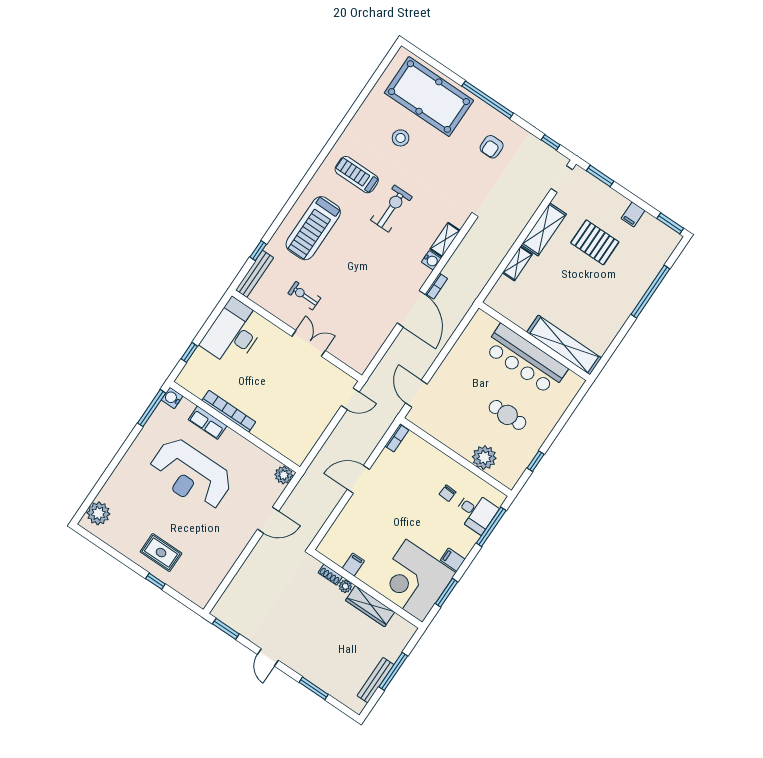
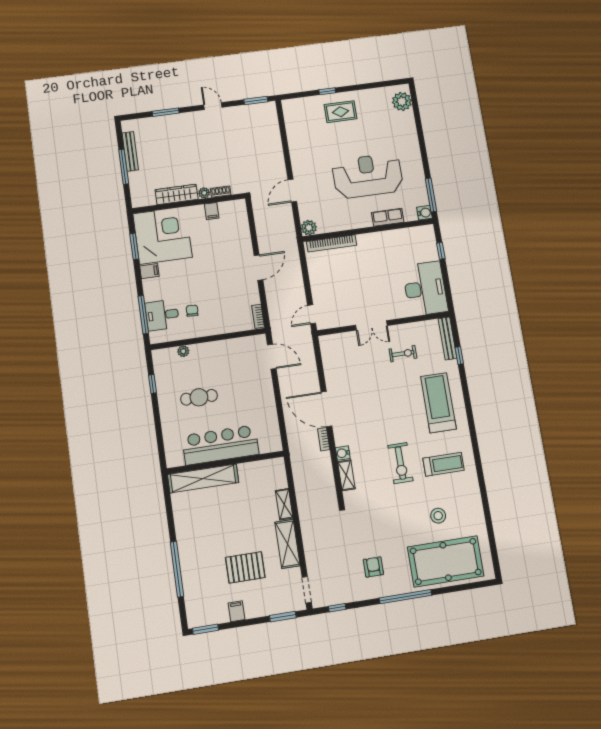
bookcase: (229, 411) -> (331, 243), moved
plant: (484, 458) -> (183, 351), width x0.53, depth x0.53

